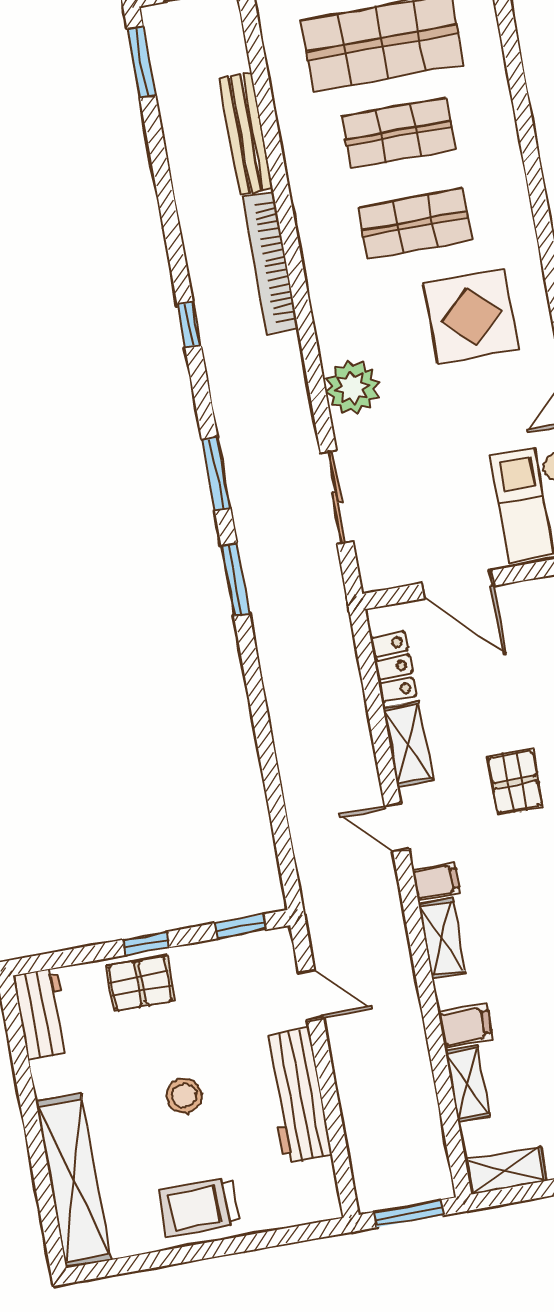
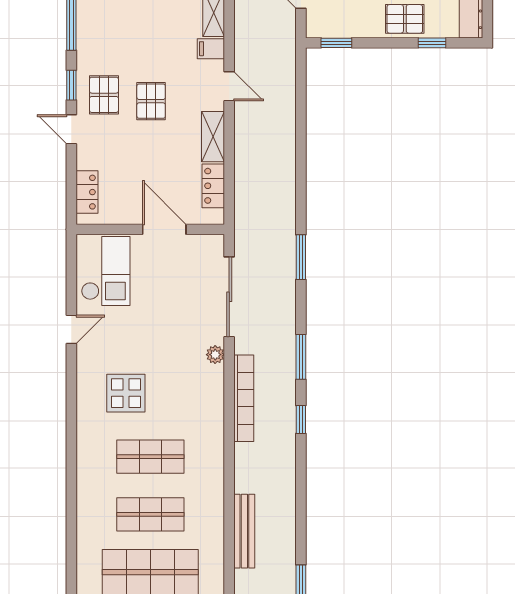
bookcase: (270, 263) -> (244, 398), moved
display table: (471, 316) -> (126, 393), width x0.73, depth x0.73
plant: (352, 387) -> (215, 355), width x0.53, depth x0.53
window: (216, 474) -> (301, 357), moved
sliding door: (337, 497) -> (229, 297), width x1.37
window: (146, 944) -> (432, 43), moved

